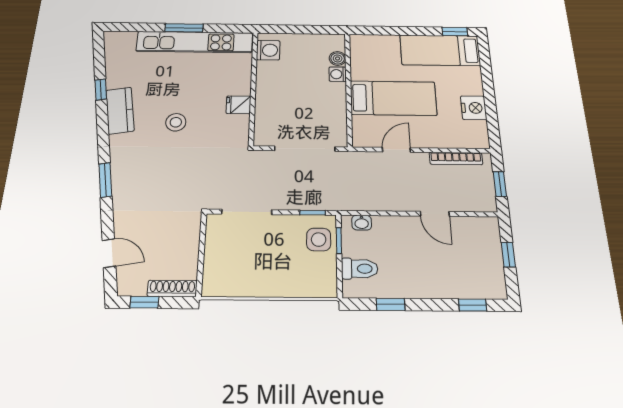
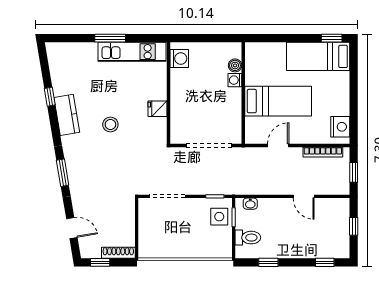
kitchen unit: (195, 42) -> (132, 52), width x0.73
nightstand: (474, 108) -> (340, 127), moved

